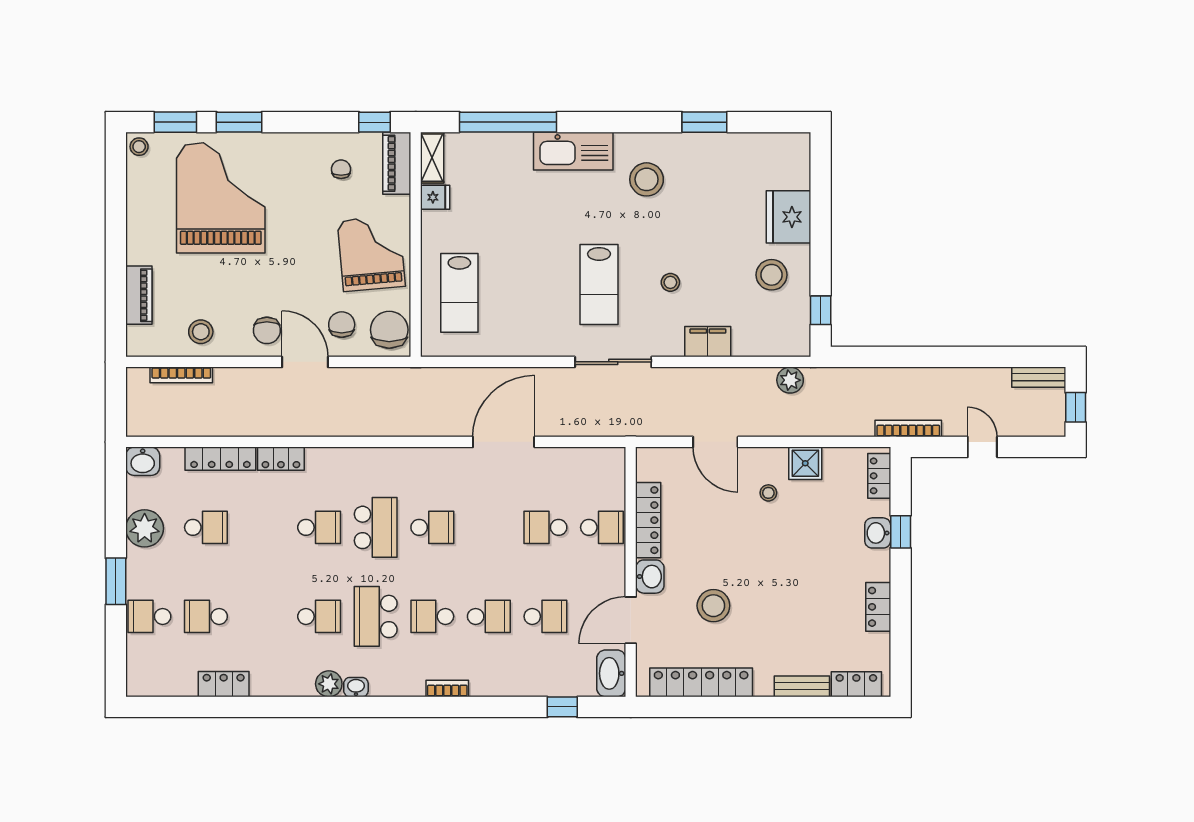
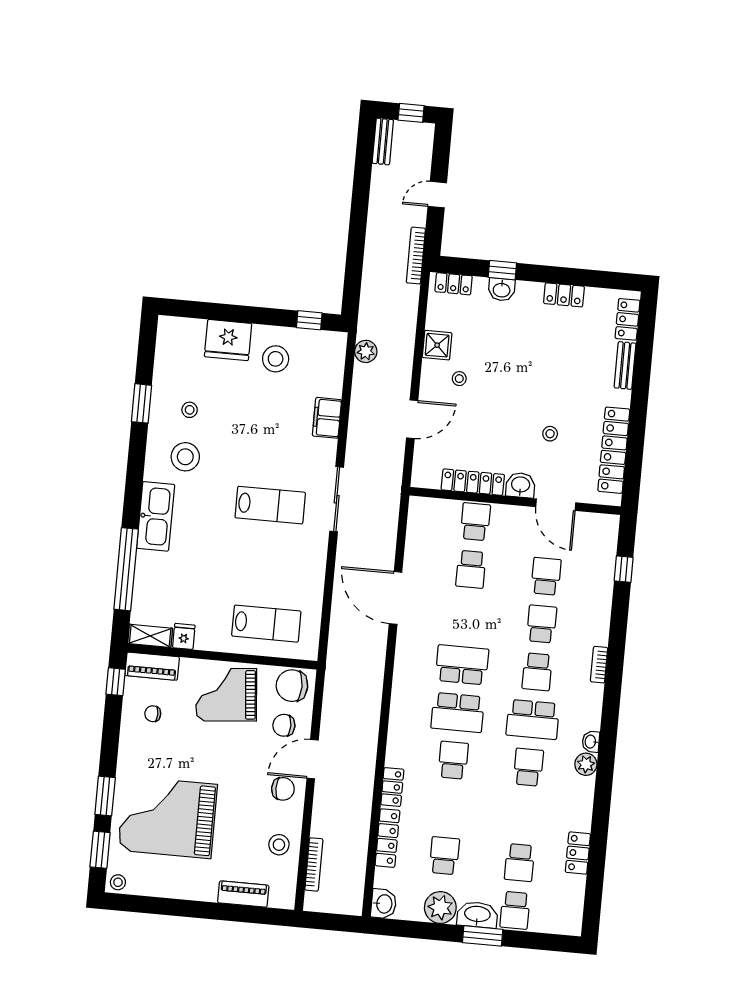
stool: (670, 282) -> (190, 410), moved
school desk: (376, 527) -> (458, 712), turned 180
school desk: (432, 527) -> (462, 665), width x1.85
stool: (713, 606) -> (550, 434), width x0.53, depth x0.53
washbasin: (611, 673) -> (477, 915), moved, turned 180

